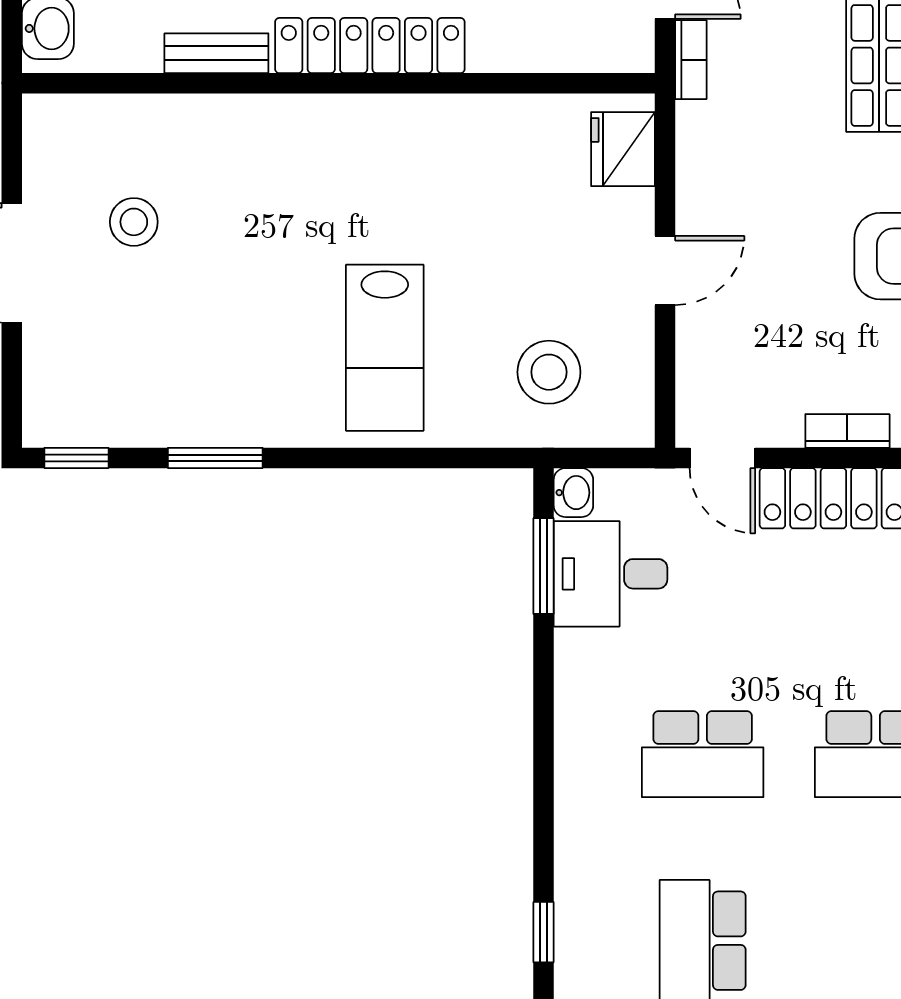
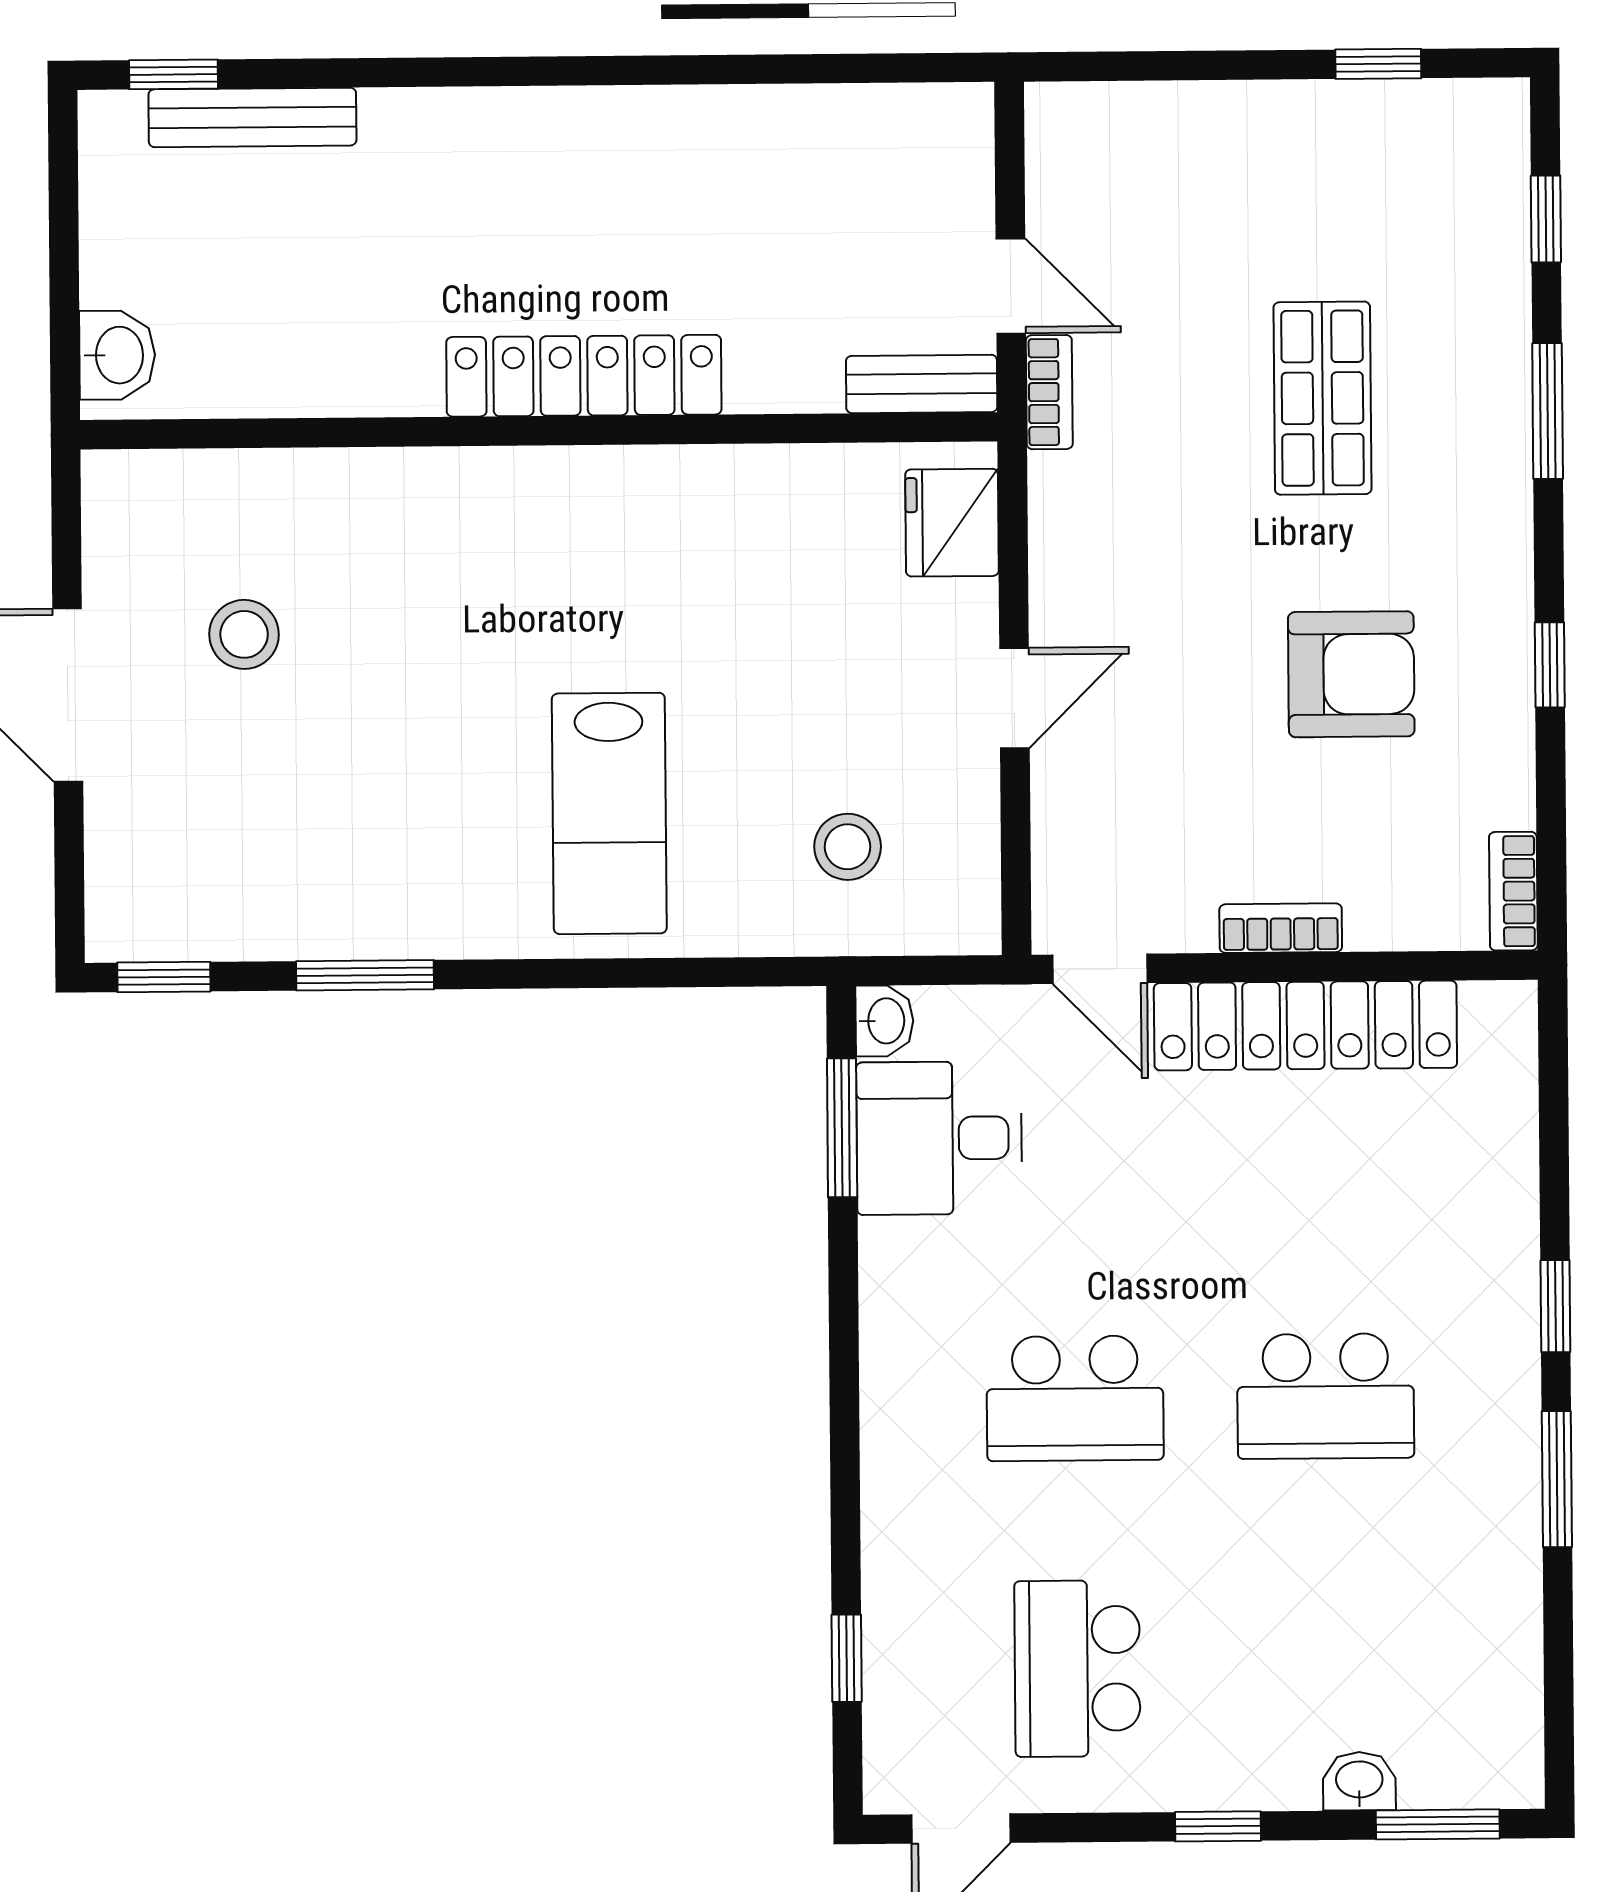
bench: (216, 53) -> (922, 384), moved
stool: (549, 372) -> (848, 847), width x0.73, depth x0.73

